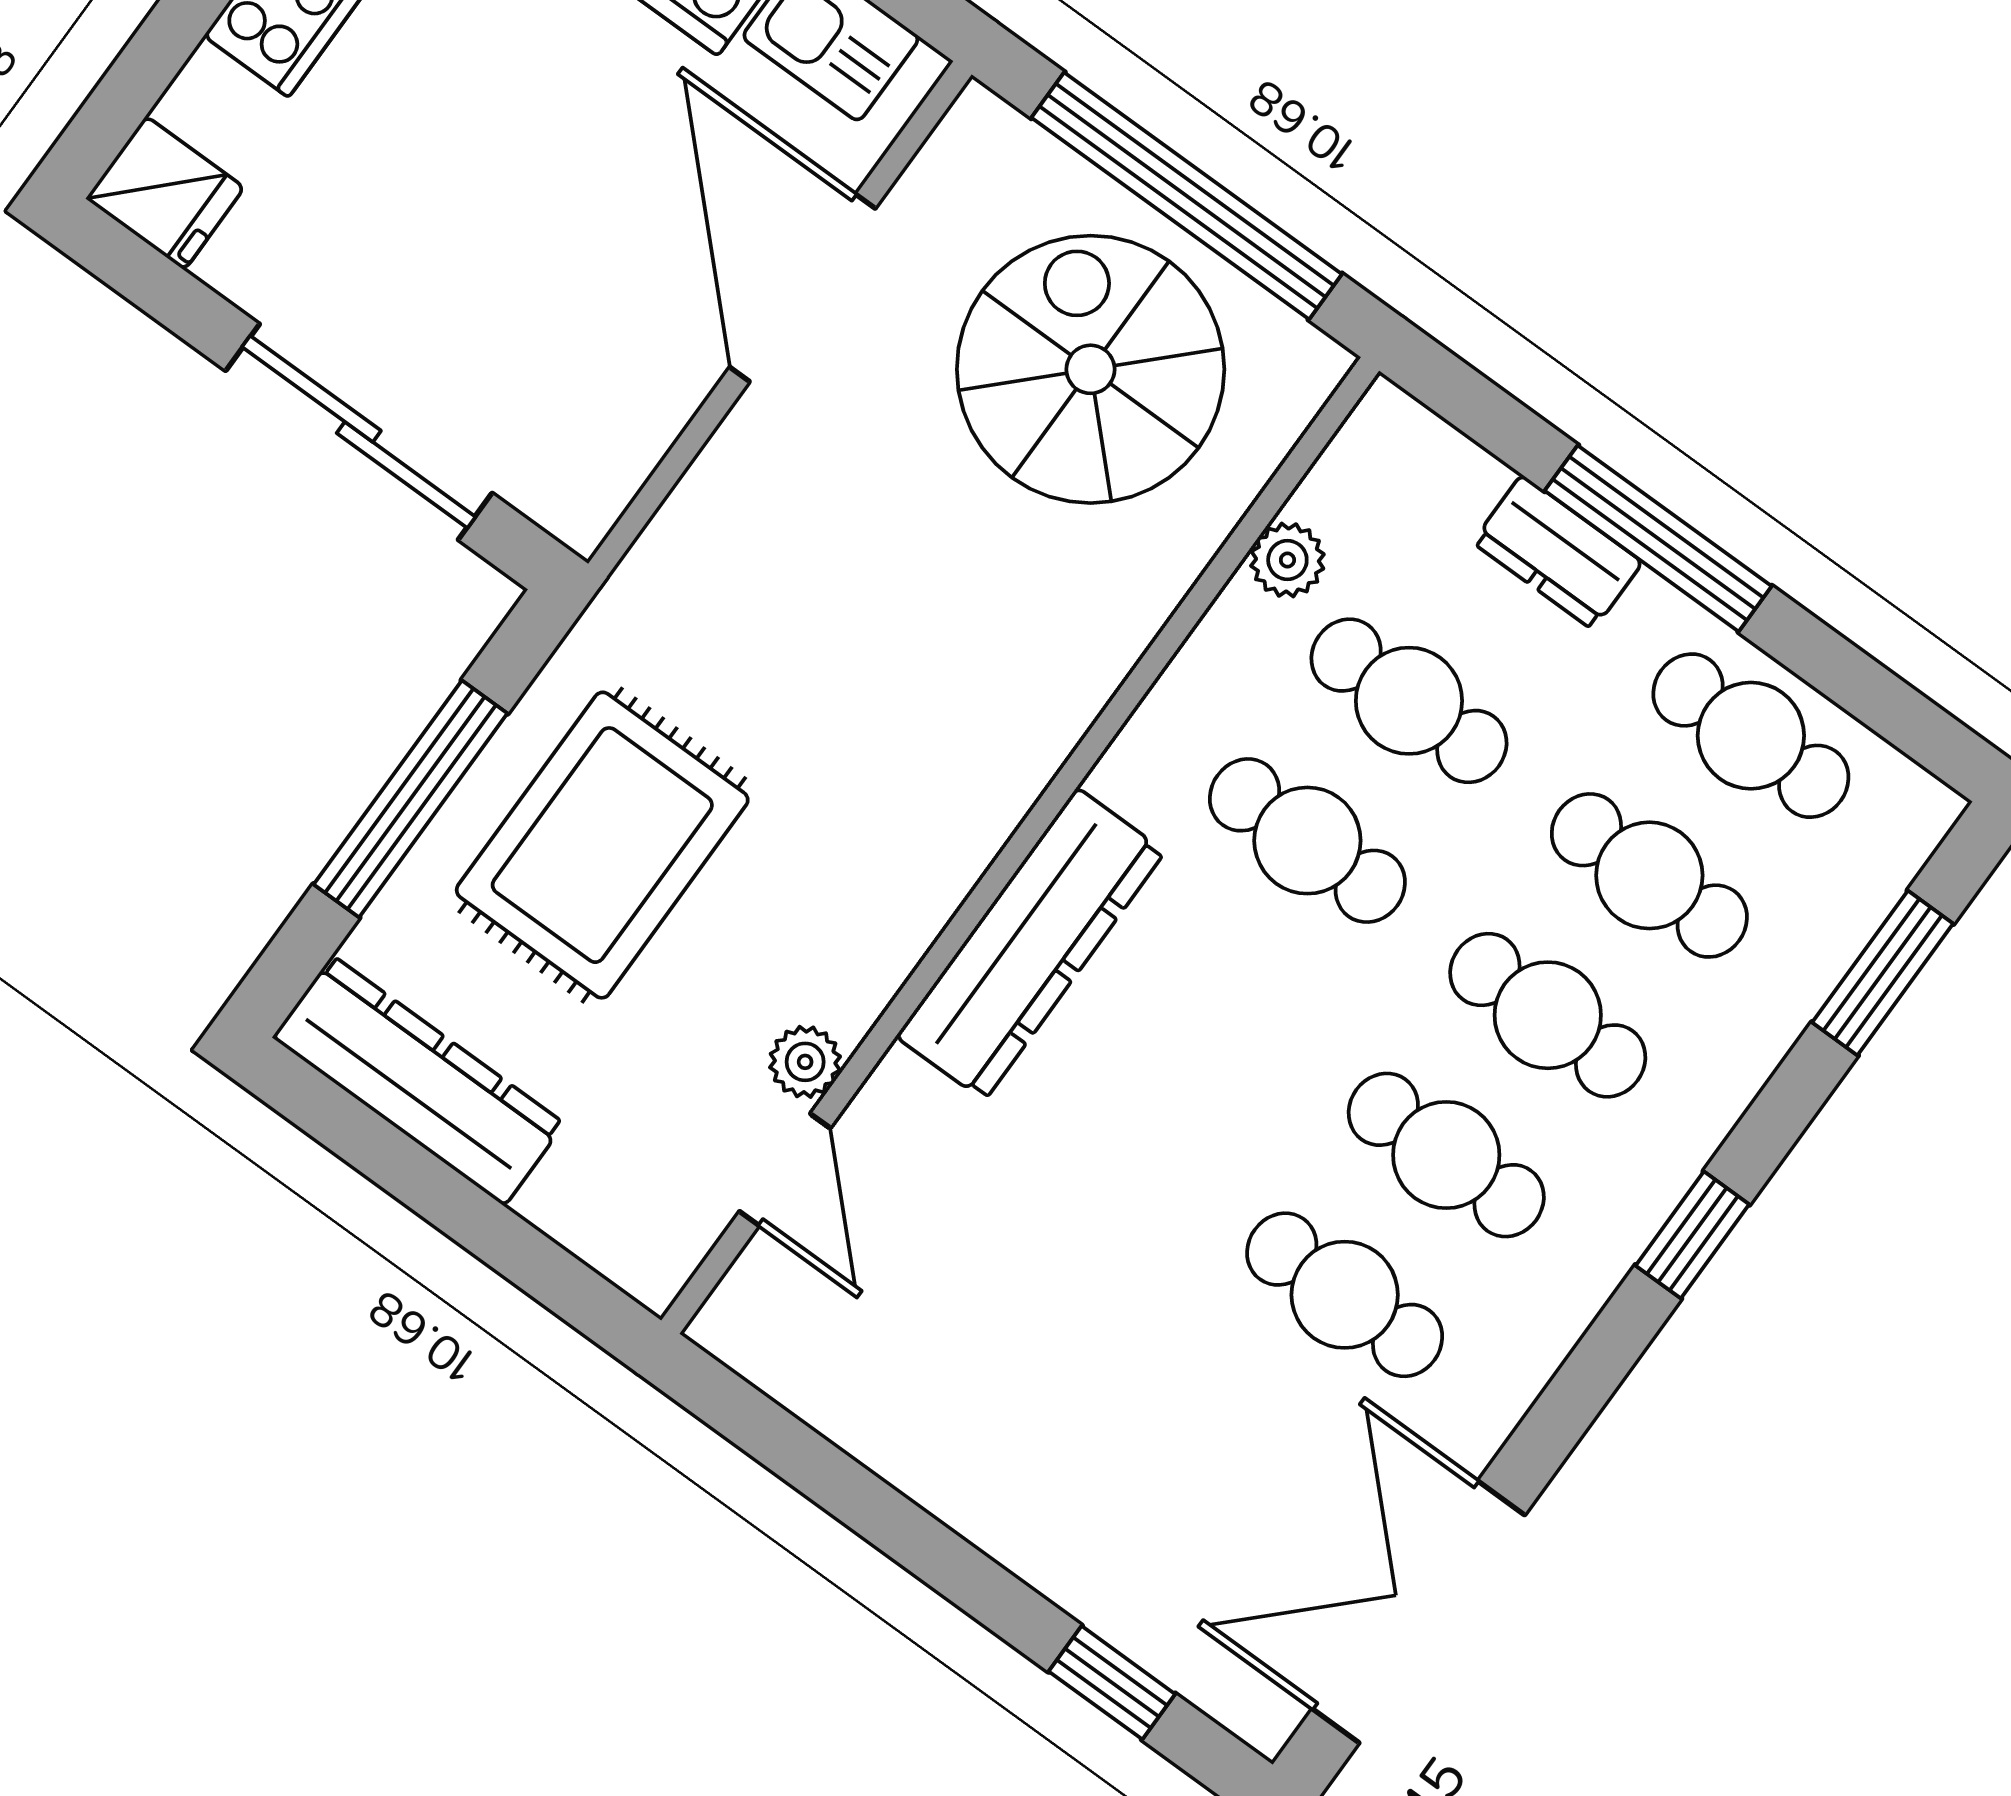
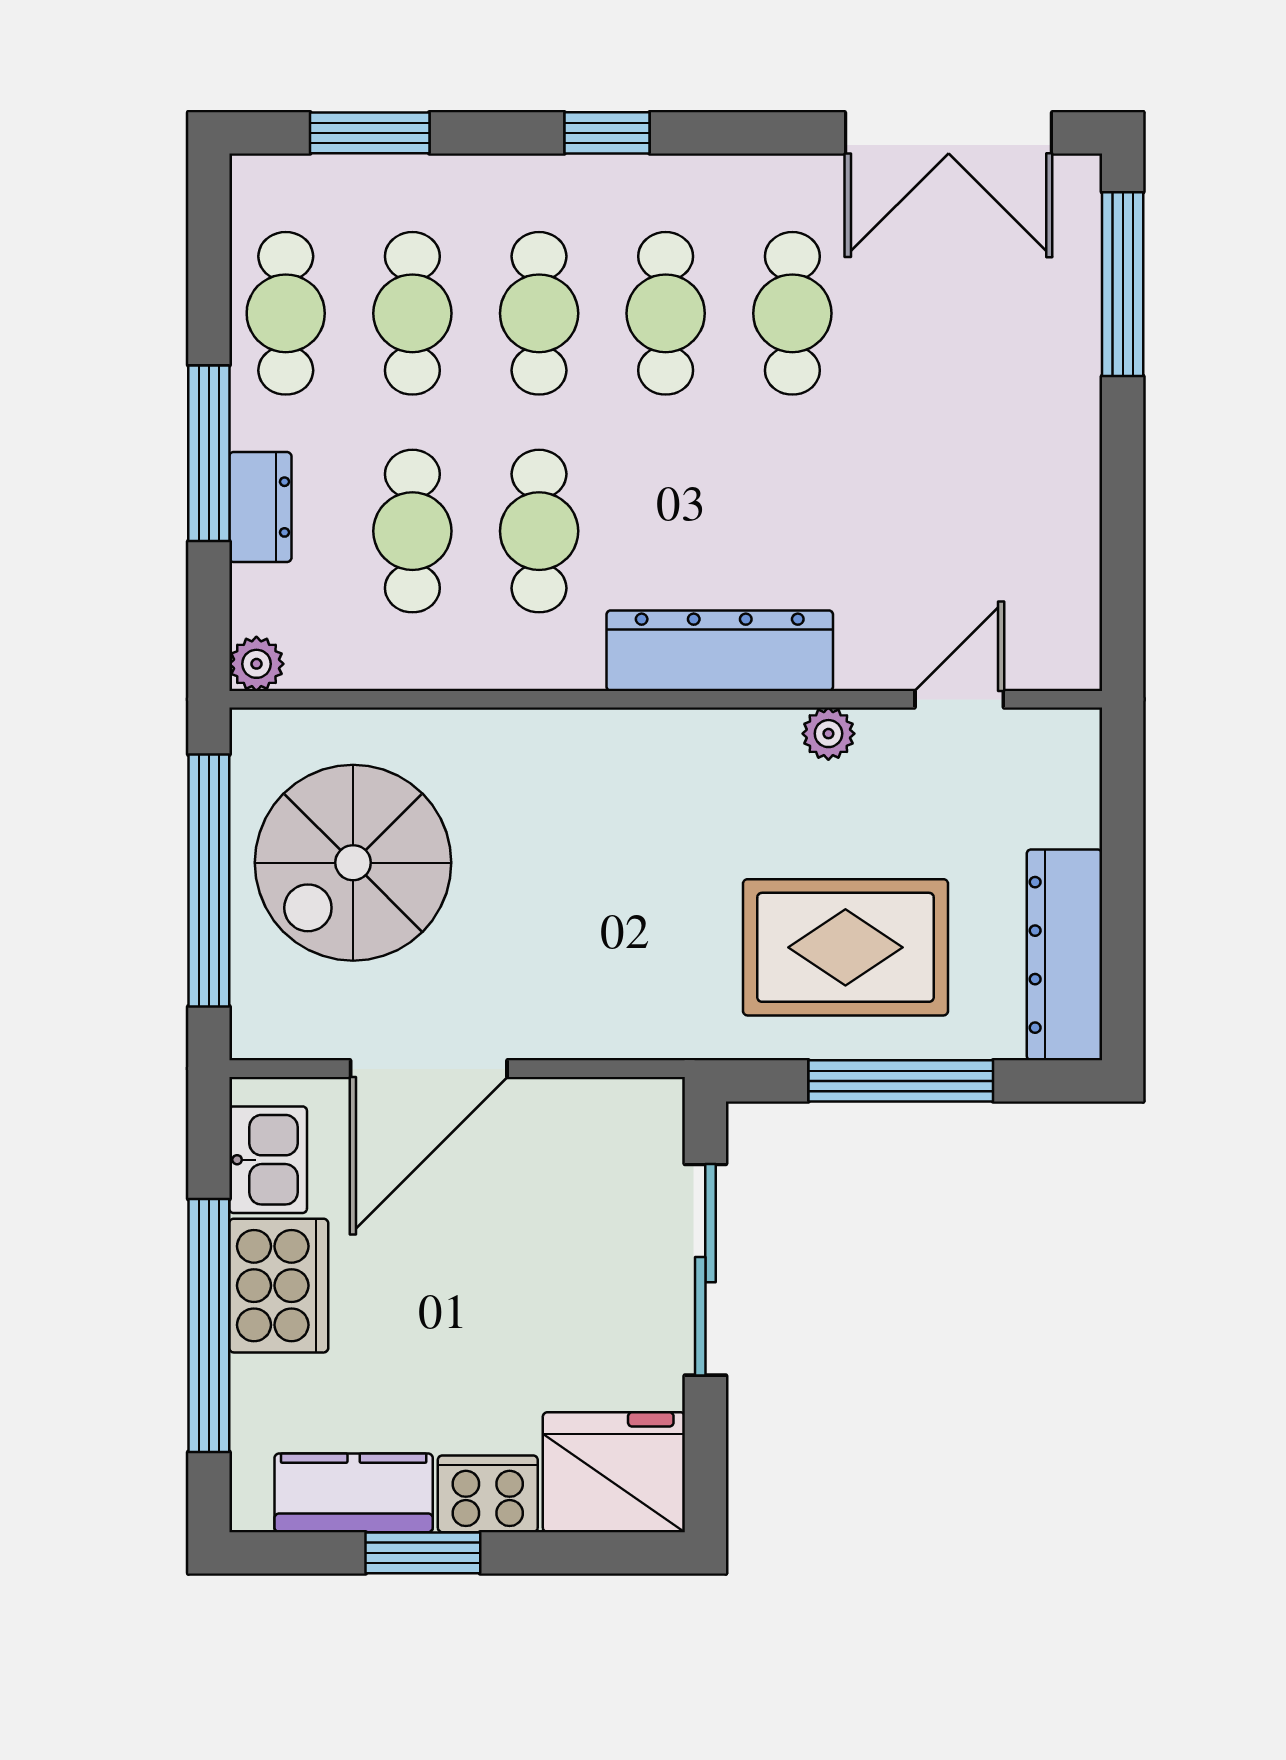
fridge: (165, 193) -> (614, 1472), width x1.88, depth x1.34
plant: (1287, 560) -> (256, 664), moved
plant: (805, 1062) -> (828, 734), moved
window: (1112, 1683) -> (1123, 284), width x2.17

